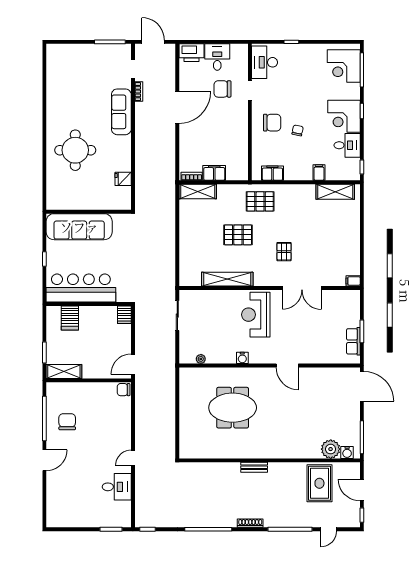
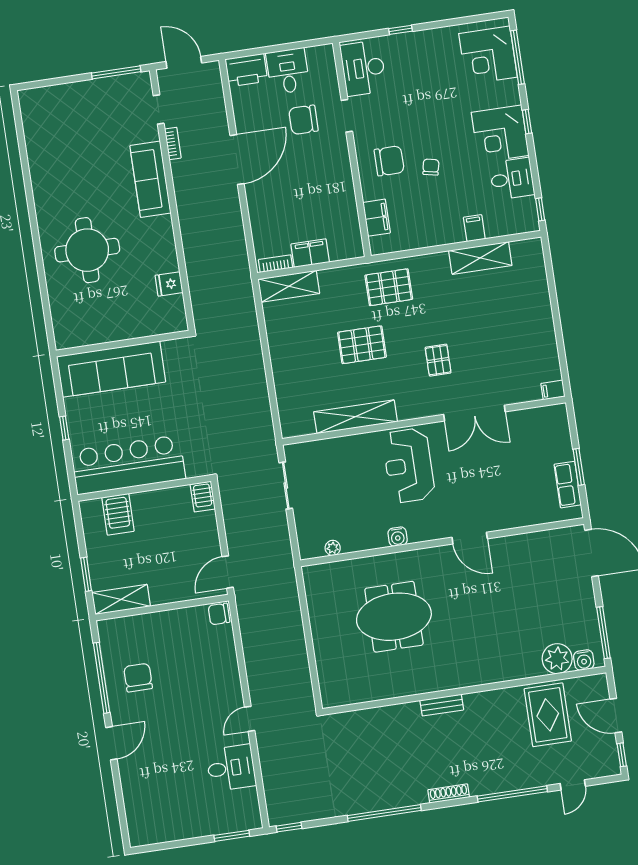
filing cabinet: (272, 173) -> (377, 218), moved, turned 90
shelving: (335, 192) -> (480, 258), moved

